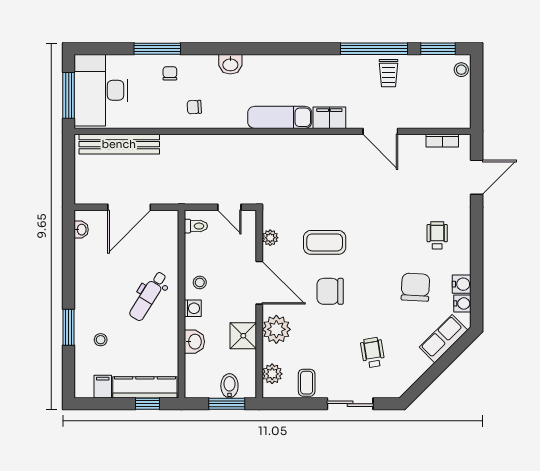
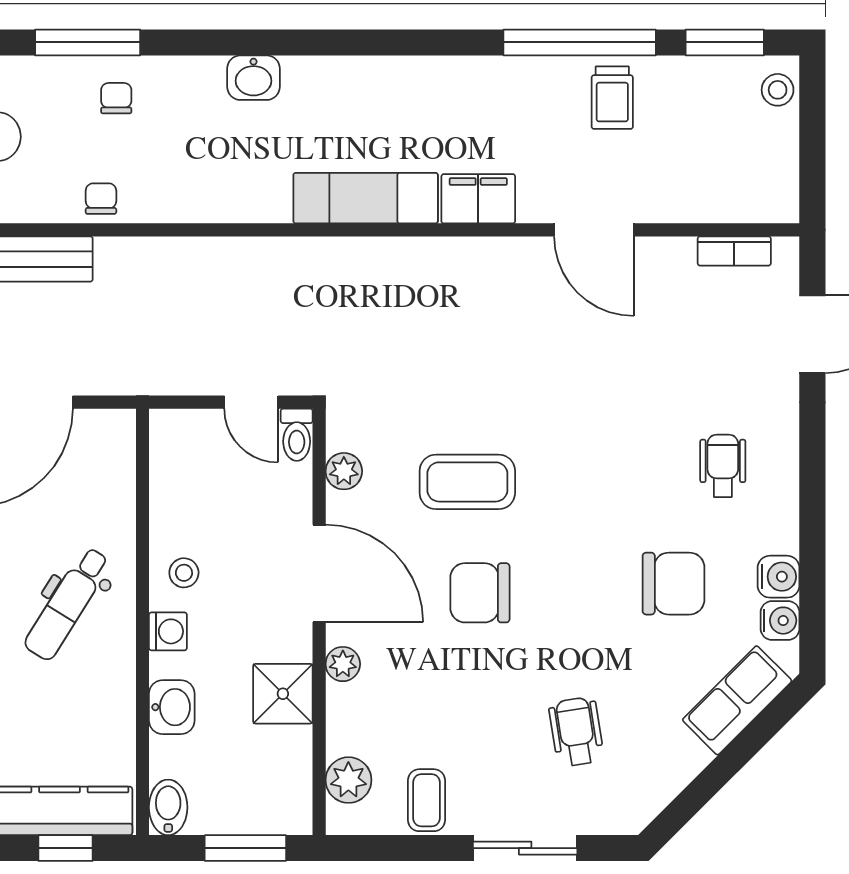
chair: (194, 107) -> (101, 199), moved, turned 93
toilet: (196, 226) -> (297, 435), moved, turned 90
chair: (415, 287) -> (673, 584), turned 87
plant: (276, 329) -> (343, 664), width x0.53, depth x0.53
bidet: (229, 386) -> (168, 807), moved

